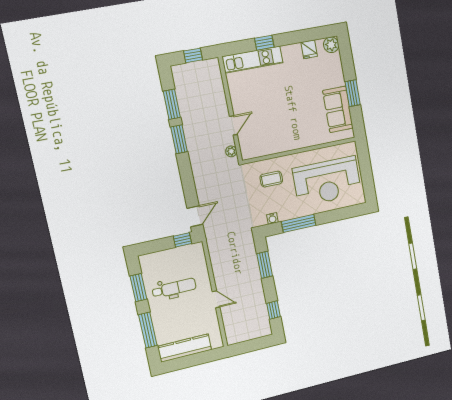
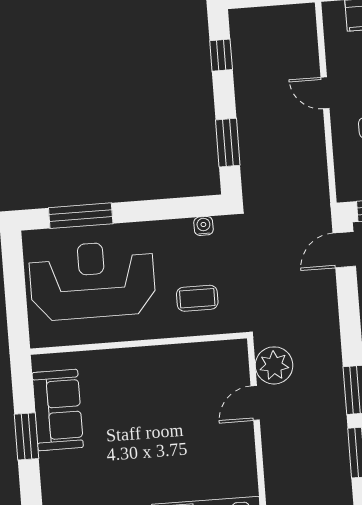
plant: (231, 151) -> (274, 365), width x1.88, depth x1.88
window: (299, 223) -> (81, 216), moved

